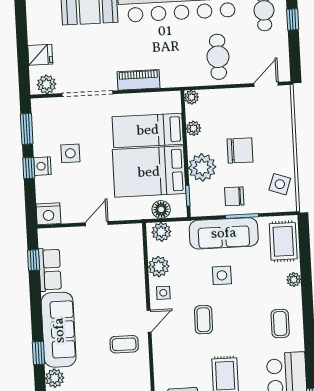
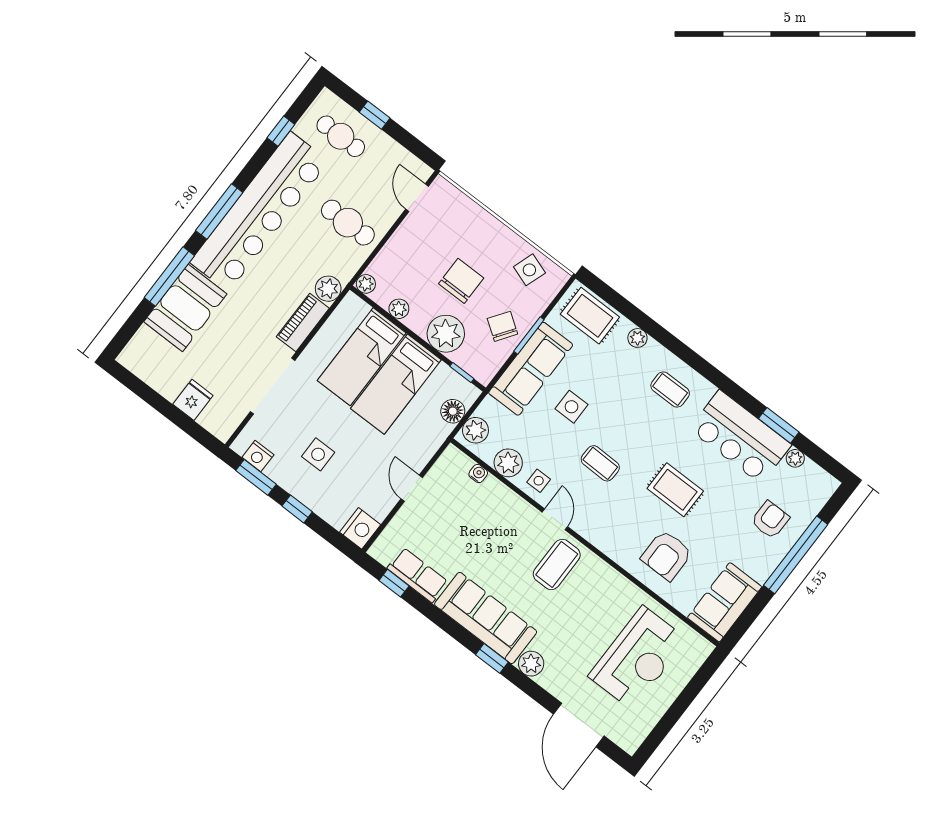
plant: (47, 84) -> (328, 289), moved
nightstand: (42, 166) -> (258, 456), moved
bed: (149, 172) -> (396, 384), width x0.67
chair: (234, 196) -> (502, 326), turned 125
water cooler: (138, 255) -> (478, 474), added
coffee table: (124, 344) -> (557, 564), width x1.36, depth x1.30

